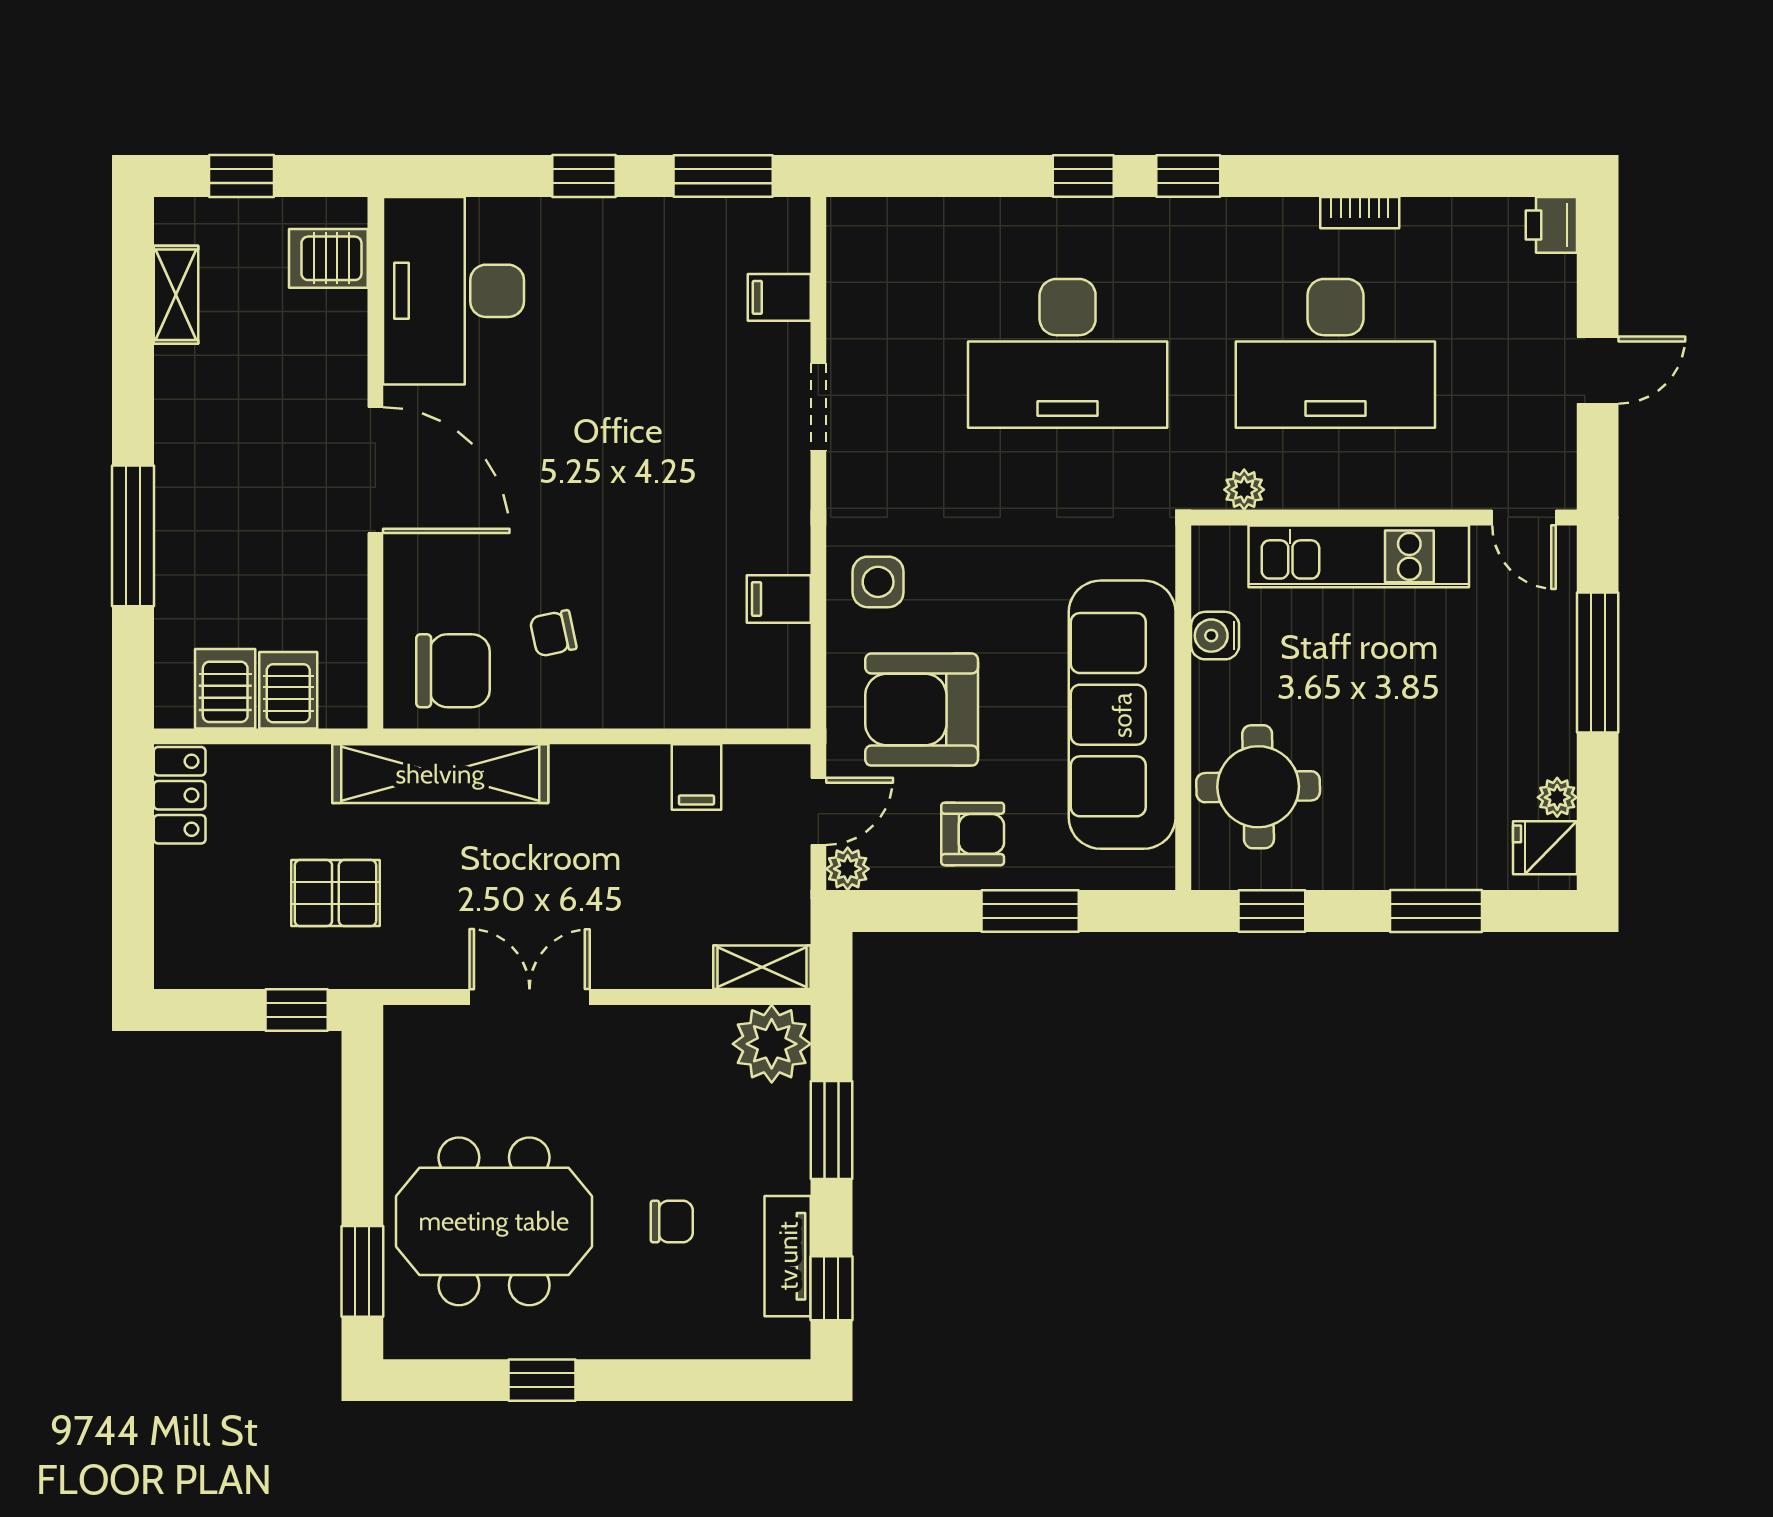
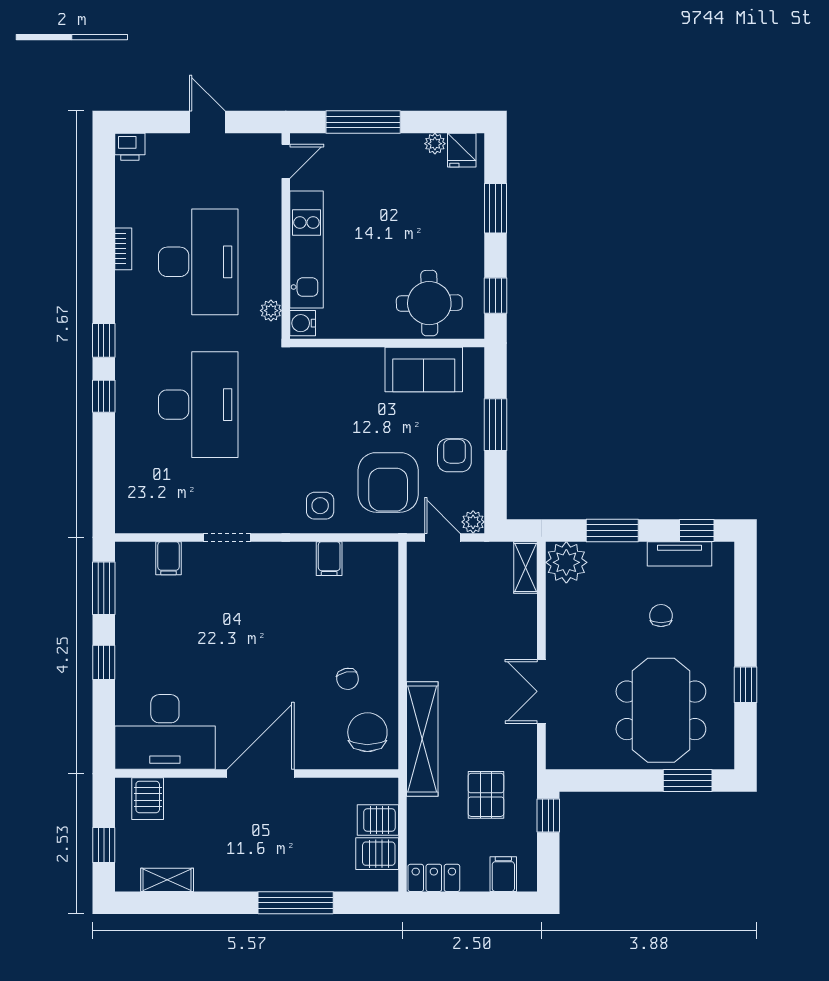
water cooler: (1215, 636) -> (303, 323), moved, turned 90
sofa: (1122, 715) -> (424, 369), width x0.54, depth x0.79
filing cabinet: (696, 777) -> (503, 874), moved, turned -90

